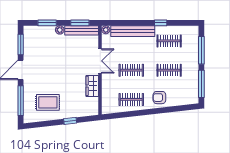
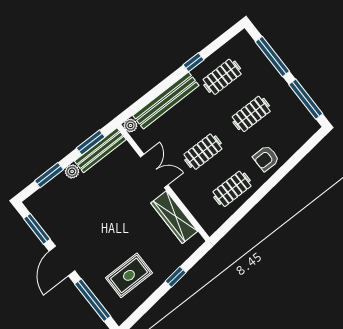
wardrobe: (92, 86) -> (174, 217), width x1.50

